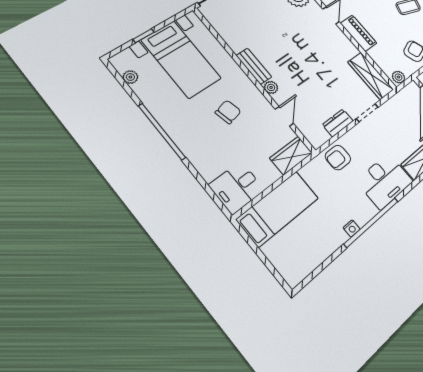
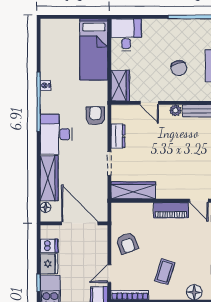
plant: (399, 77) -> (117, 211), removed

